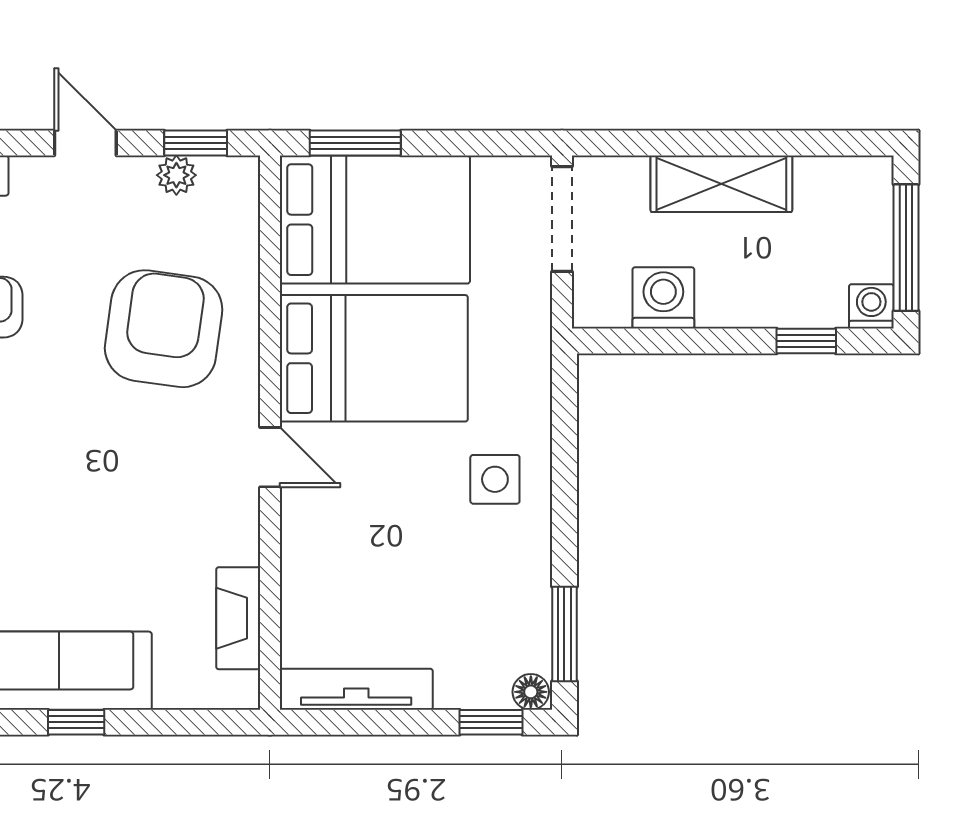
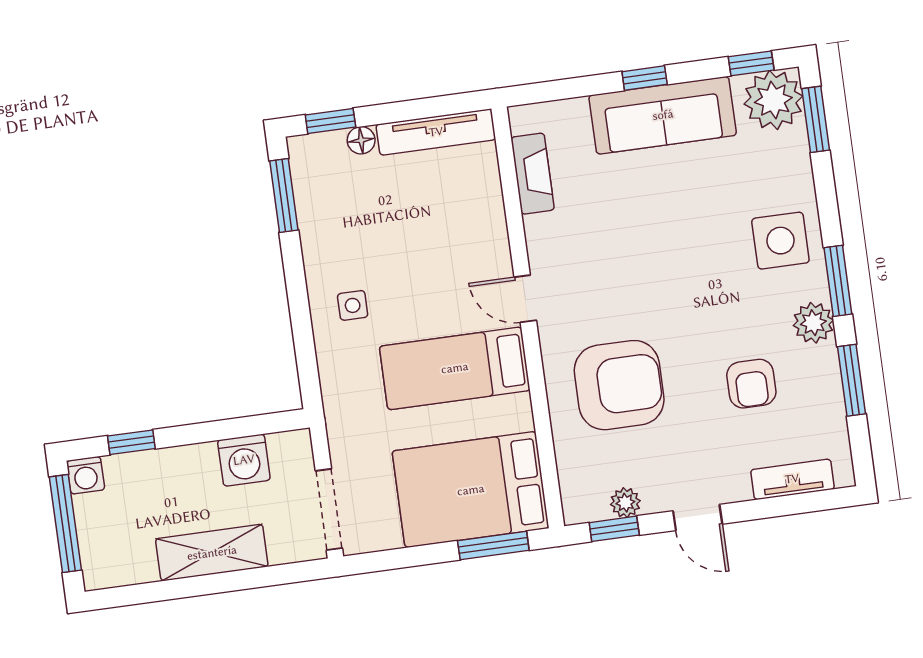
armchair: (164, 329) -> (619, 385), turned -98
bed: (374, 358) -> (455, 368), width x0.67
side table: (495, 479) -> (353, 305), width x0.73, depth x0.73
floor lamp: (531, 692) -> (361, 140), moved

